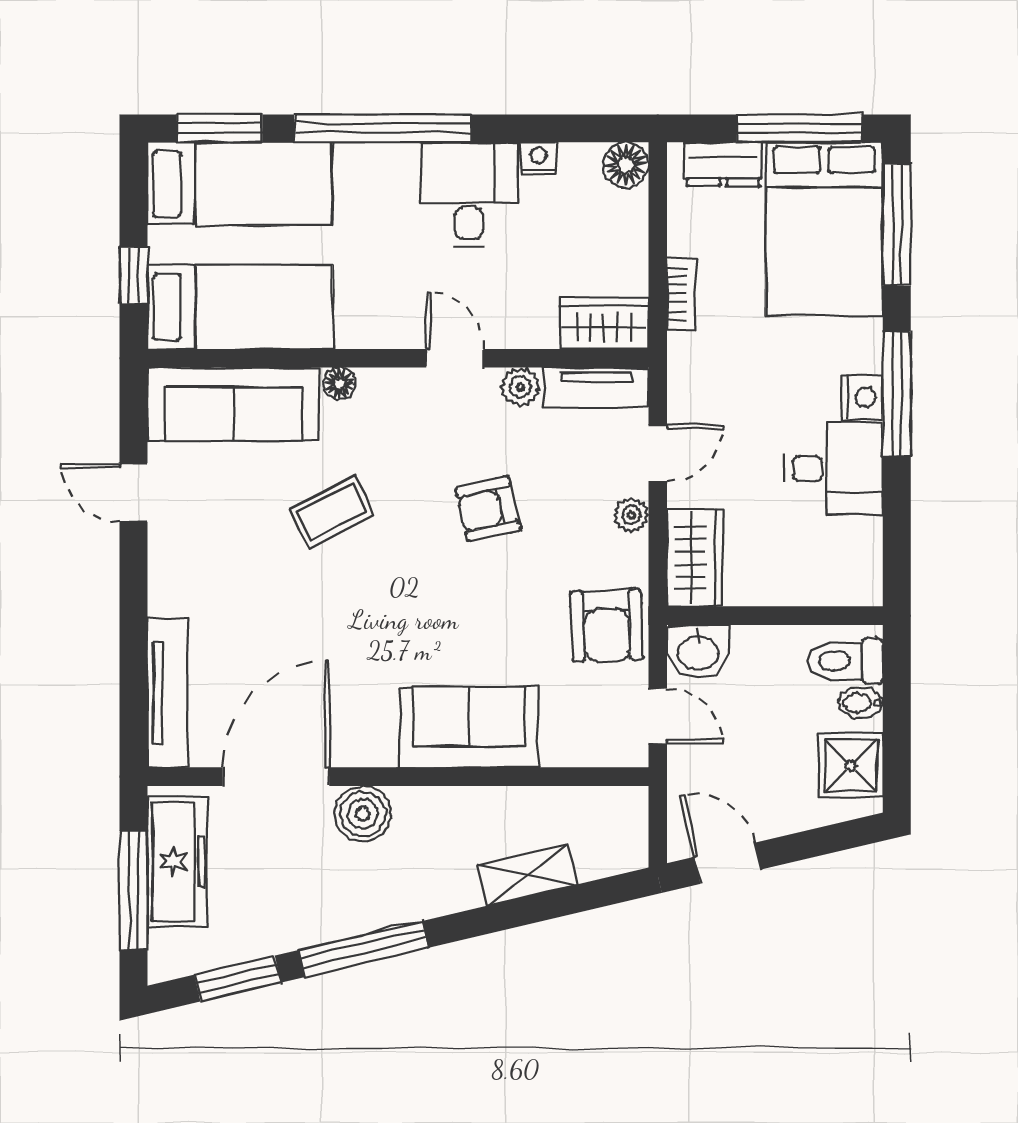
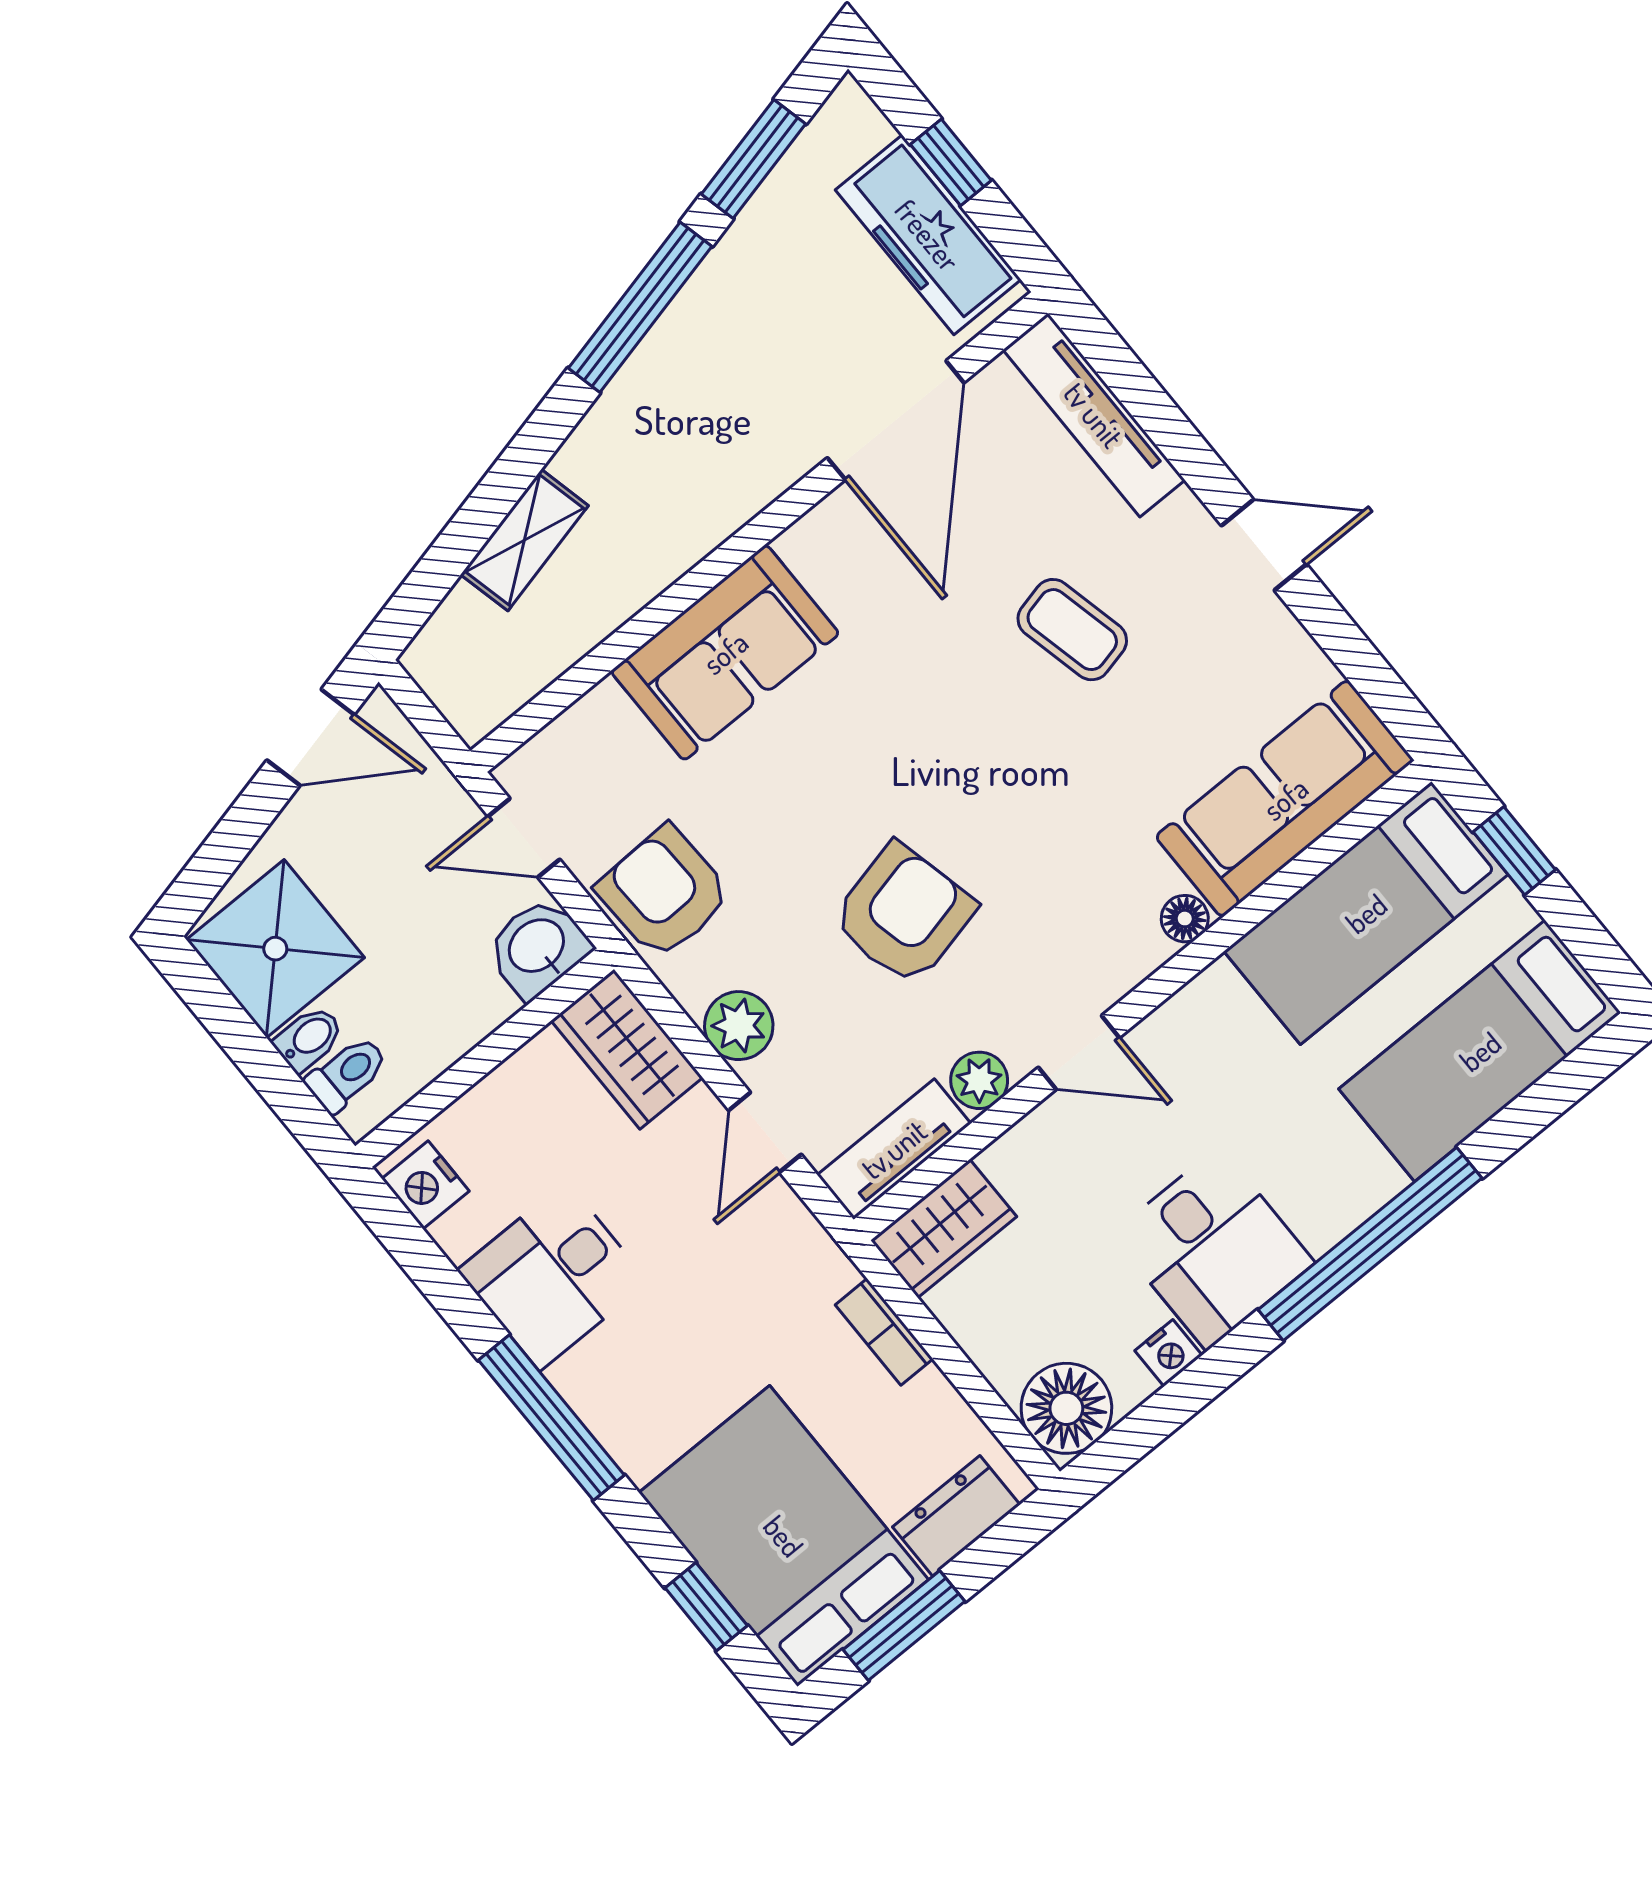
window: (220, 128) -> (1553, 1094), removed
window: (799, 128) -> (904, 1625), width x0.69
floor lamp: (626, 165) -> (1066, 1408), width x1.38, depth x1.38
window: (897, 225) -> (706, 1607), width x0.46
nightstand: (862, 397) -> (426, 1185), moved
door: (134, 492) -> (1264, 545), moved
armchair: (488, 509) -> (903, 914), width x1.38, depth x1.38
coffee table: (332, 512) -> (1072, 630), moved, turned -76
plant: (631, 515) -> (739, 1026), width x1.38, depth x1.38
toilet: (845, 661) -> (347, 1074), width x0.73, depth x0.72
shower: (851, 766) -> (275, 949), width x1.36, depth x1.36
boiler: (363, 814) -> (764, 458), removed
window: (134, 890) -> (951, 162), width x0.46

